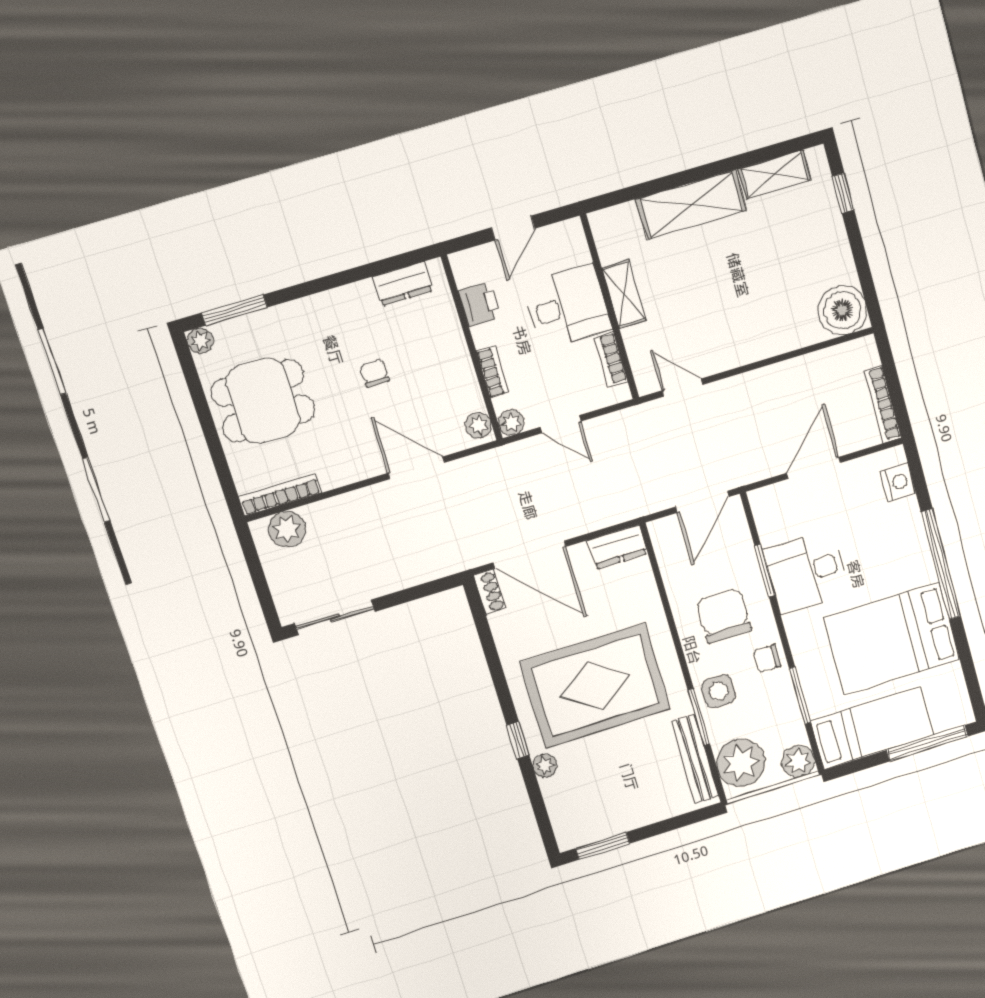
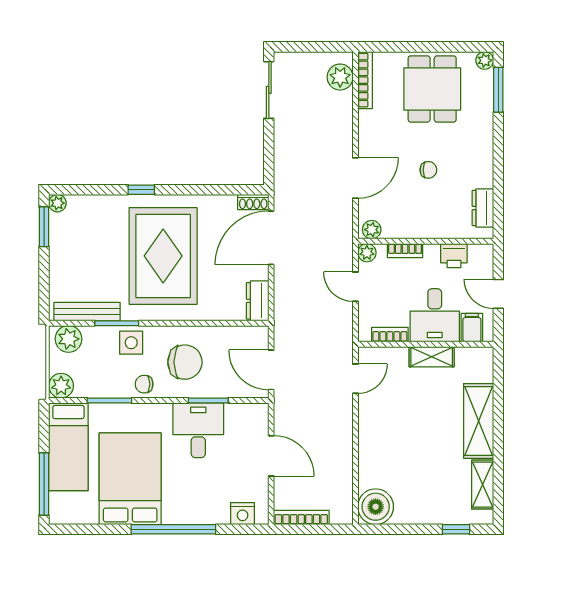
filing cabinet: (569, 251) -> (472, 328), added
door: (561, 424) -> (355, 287), hinge flipped
chair: (767, 658) -> (144, 384), turned -90
plant: (741, 763) -> (68, 339), width x0.73, depth x0.73
plant: (545, 766) -> (57, 203), moved

